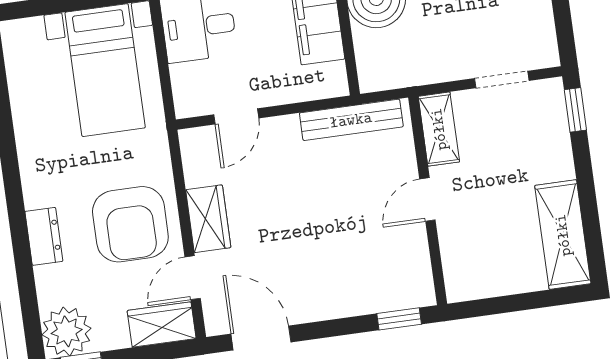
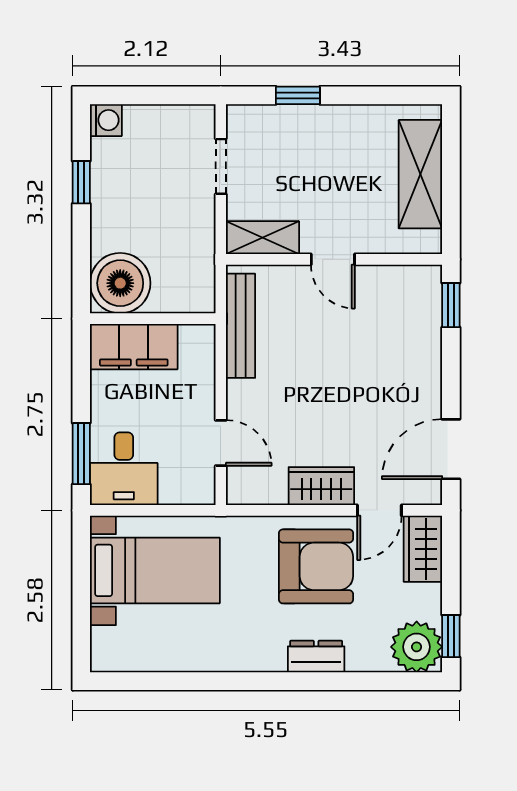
window: (575, 110) -> (298, 95), moved
shelving: (563, 235) -> (420, 174), moved, turned 90
door: (193, 278) -> (379, 510), hinge flipped

